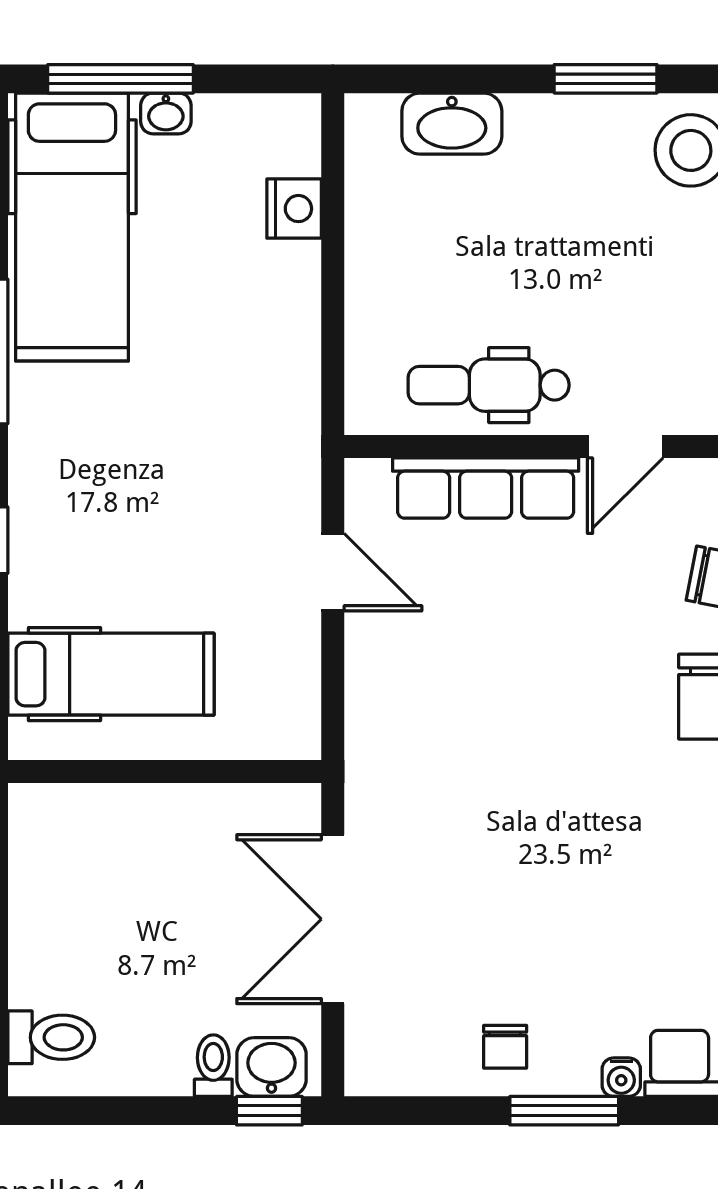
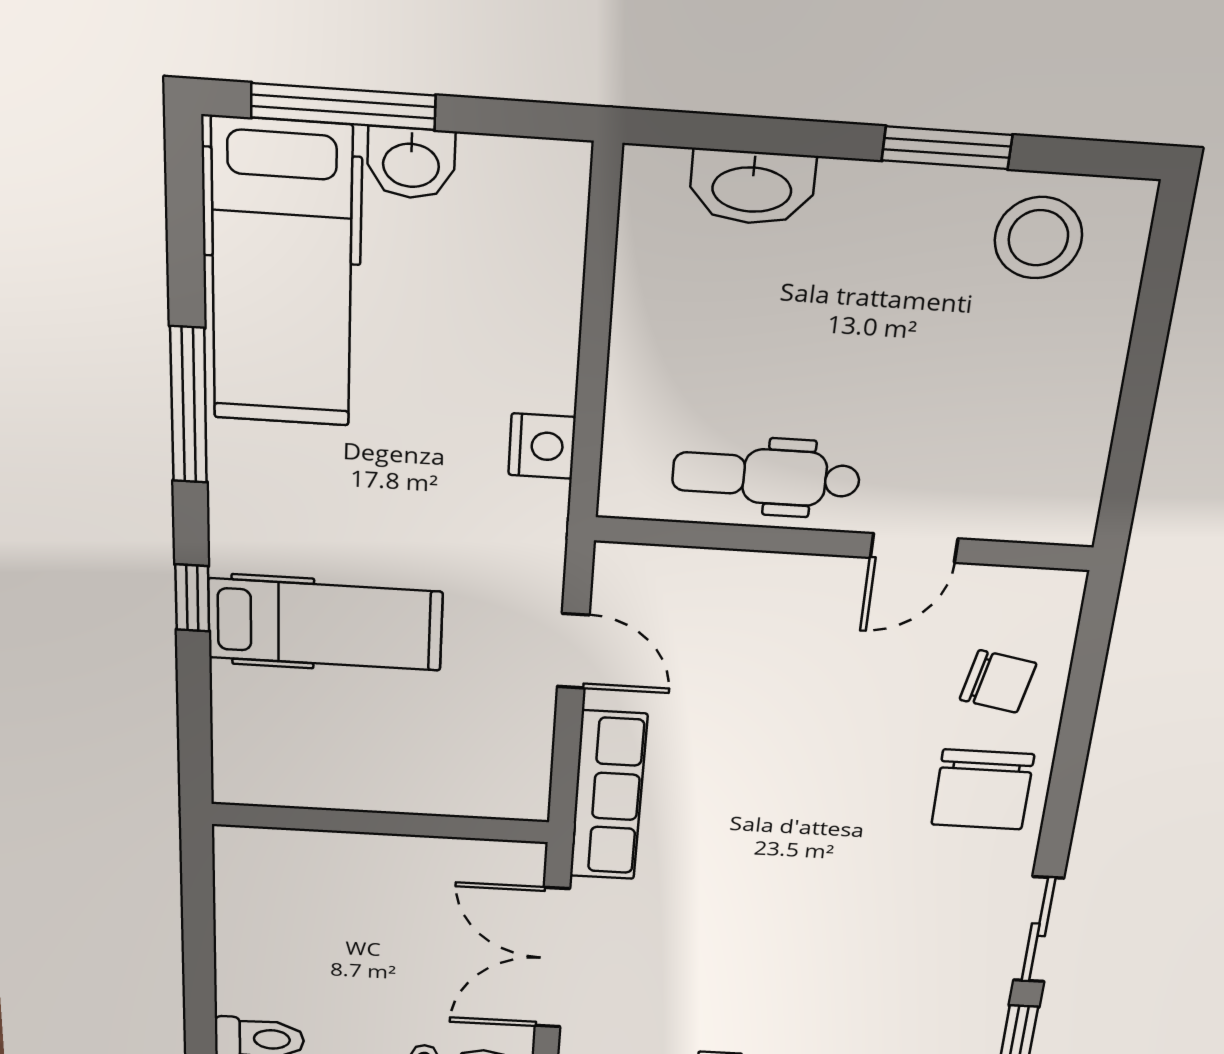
washbasin: (166, 113) -> (411, 163), width x1.38, depth x1.45
nightstand: (294, 209) -> (542, 446), moved
row of seats: (486, 488) -> (608, 796), moved, turned -90
hospital bed: (111, 674) -> (325, 625), moved

